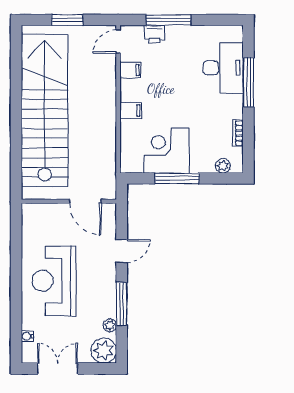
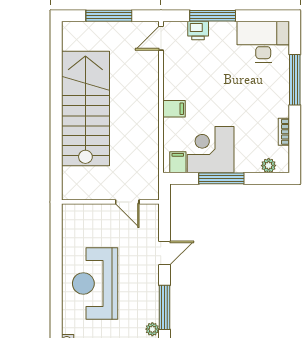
window: (67, 20) -> (109, 16), width x1.44
desk: (223, 68) -> (263, 42), moved, turned -90
filing cabinet: (130, 70) -> (178, 162), moved, turned -90
stairs: (45, 110) -> (85, 109), width x0.73
door: (85, 201) -> (127, 202), width x0.73

